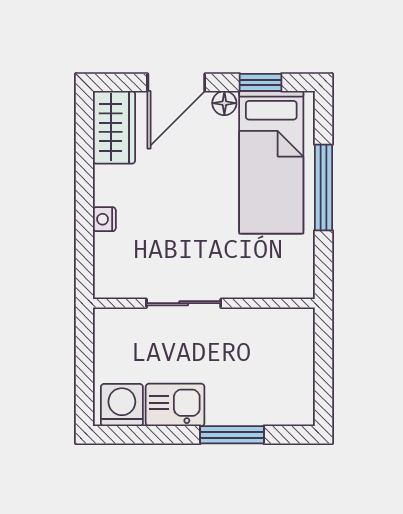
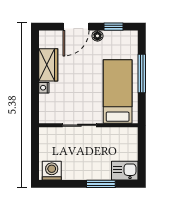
wardrobe: (114, 127) -> (48, 65), moved
bed: (271, 162) -> (118, 92), moved, turned 180
kitchen sink: (175, 405) -> (125, 171), moved

